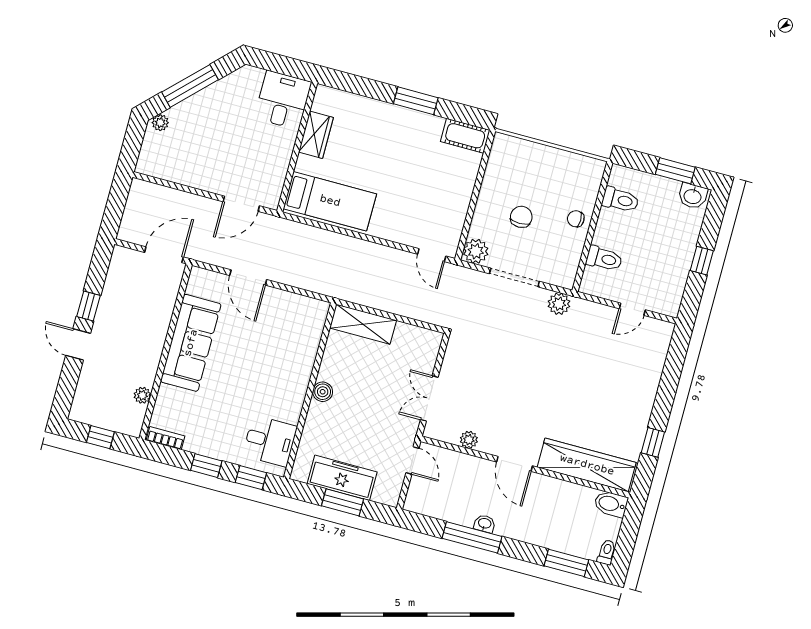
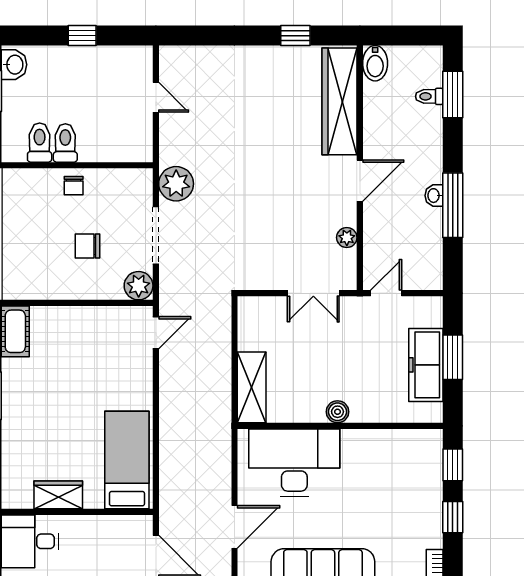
toilet: (604, 259) -> (65, 143), moved
plant: (559, 304) -> (176, 184), width x1.36, depth x1.36
desk: (270, 441) -> (294, 463), moved, width x1.87, depth x1.30
toilet: (607, 552) -> (429, 96), moved

